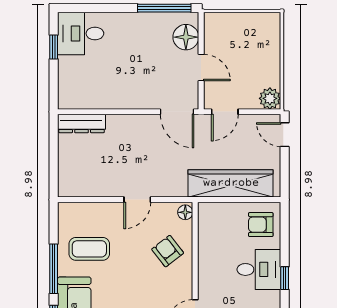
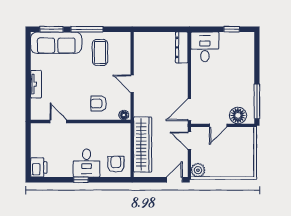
desk: (81, 33) -> (205, 47), moved
armchair: (168, 251) -> (99, 104), turned -142

